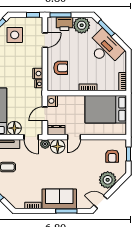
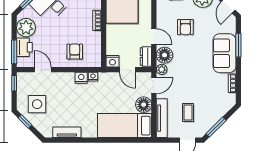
armchair: (82, 165) -> (185, 27), added

